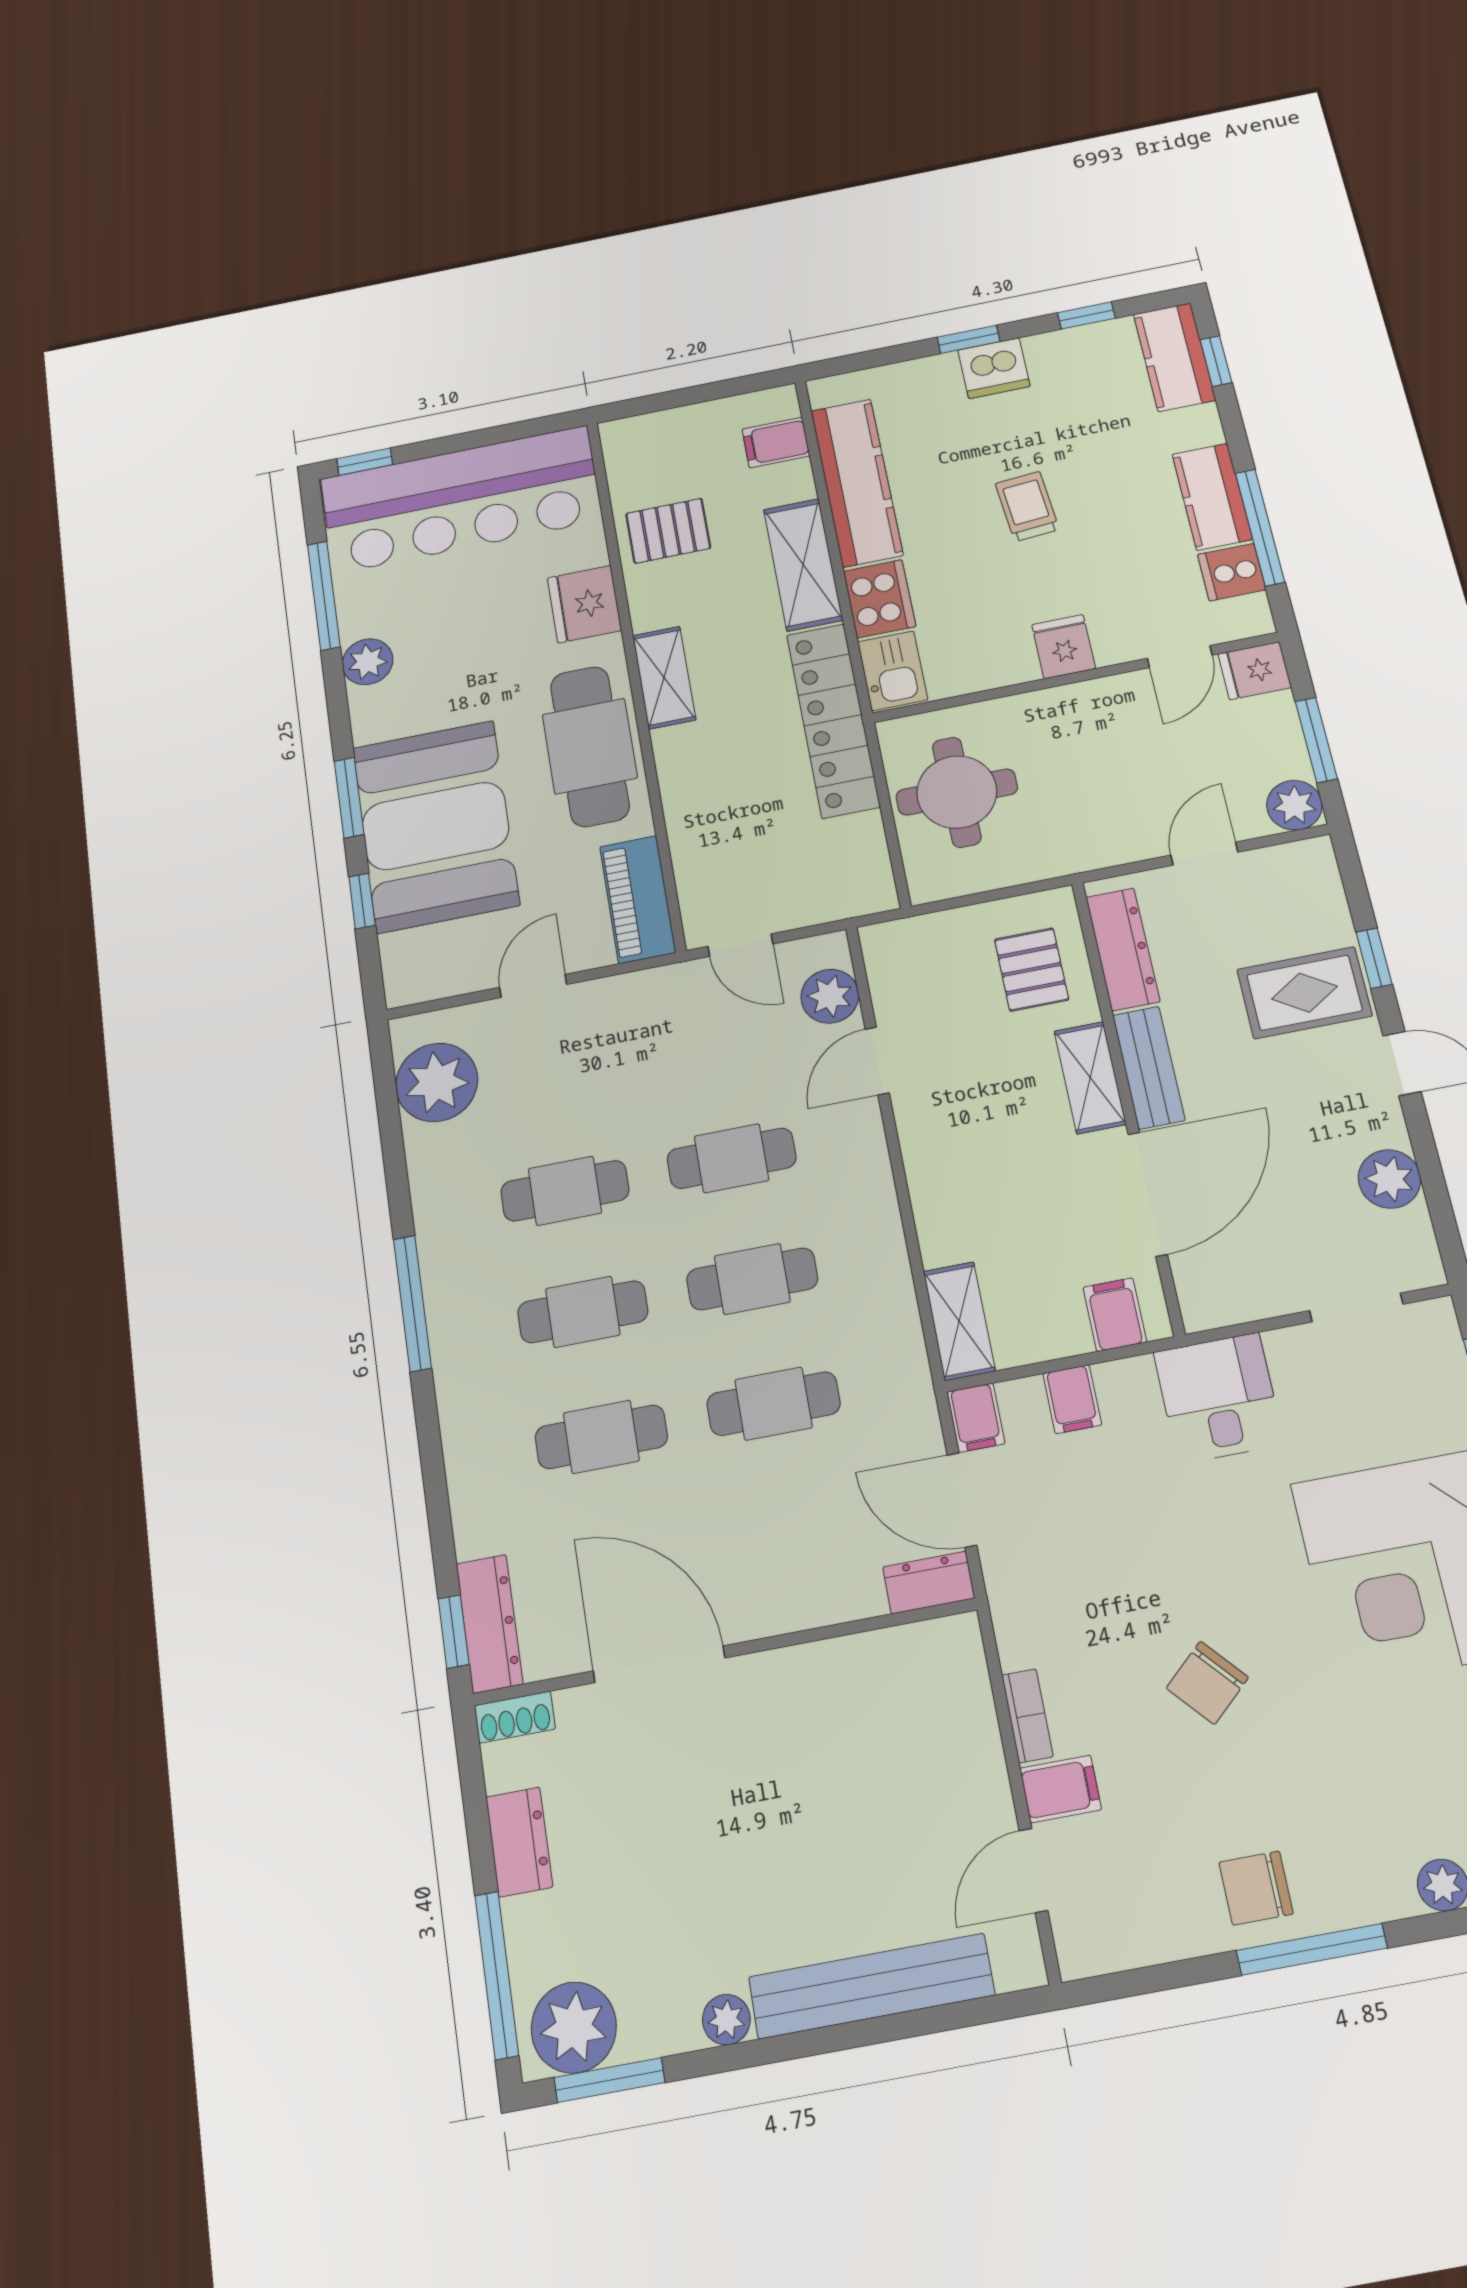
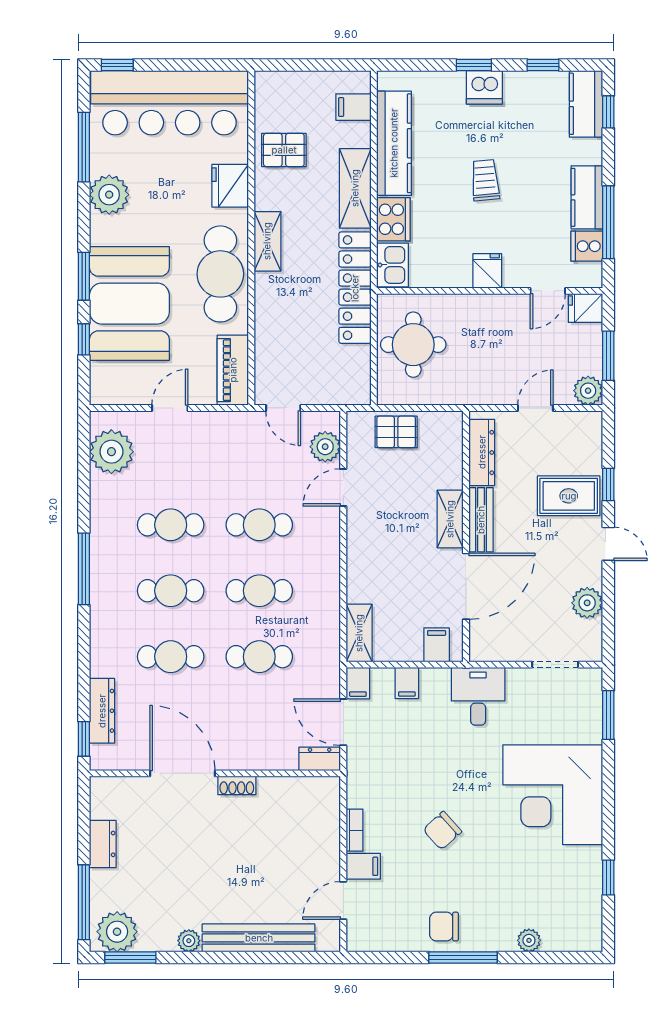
plant: (368, 662) -> (109, 195), width x1.36, depth x1.36
pallet: (1032, 970) -> (396, 432), moved, turned 90
dresser: (489, 1624) -> (102, 711), moved
shoe rack: (515, 1717) -> (237, 785), moved

